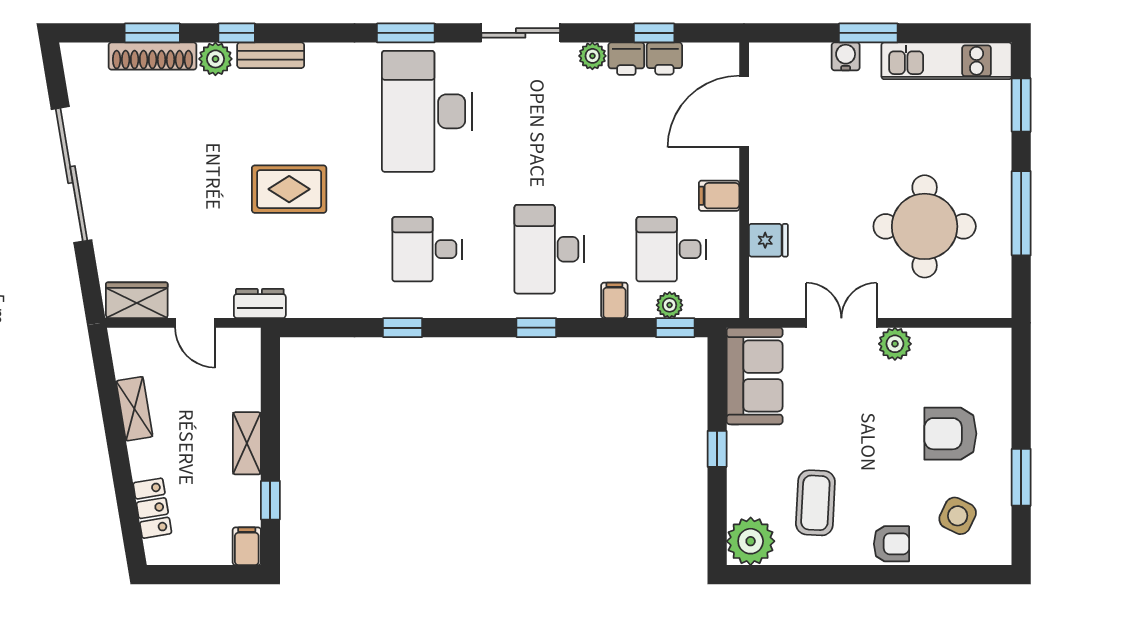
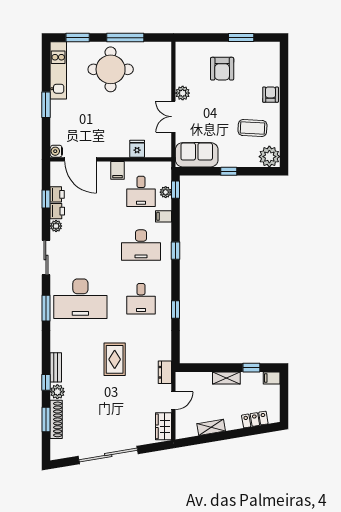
water cooler: (846, 56) -> (56, 151), moved
round table: (925, 226) -> (111, 69), moved
side table: (958, 516) -> (258, 66), removed

